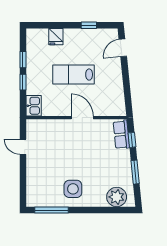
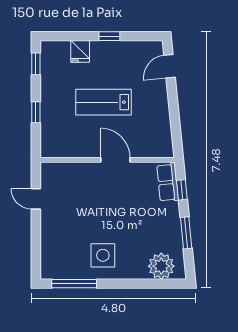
window: (89, 25) -> (109, 36), moved
window: (23, 60) -> (36, 64), moved
kitchen sink: (34, 106) -> (50, 144), removed

